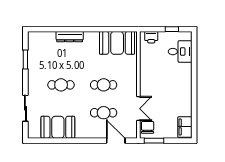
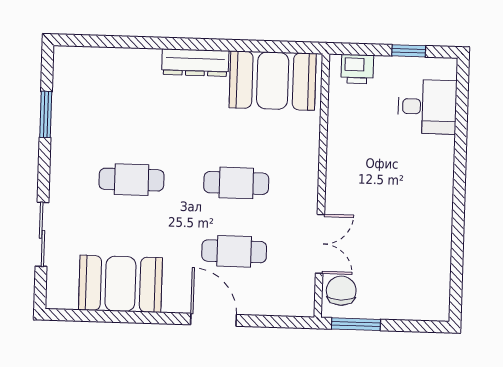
dresser: (70, 37) -> (195, 63), moved
filing cabinet: (185, 127) -> (433, 293), removed
door: (116, 141) -> (213, 320), moved

